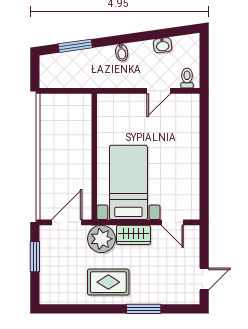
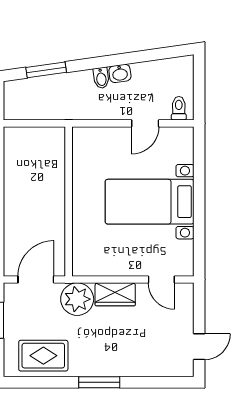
washbasin: (163, 45) -> (120, 73), moved
bed with nightstands: (128, 182) -> (150, 202), moved, turned -90
rug: (108, 282) -> (43, 356), moved
window: (144, 309) -> (99, 382), moved

